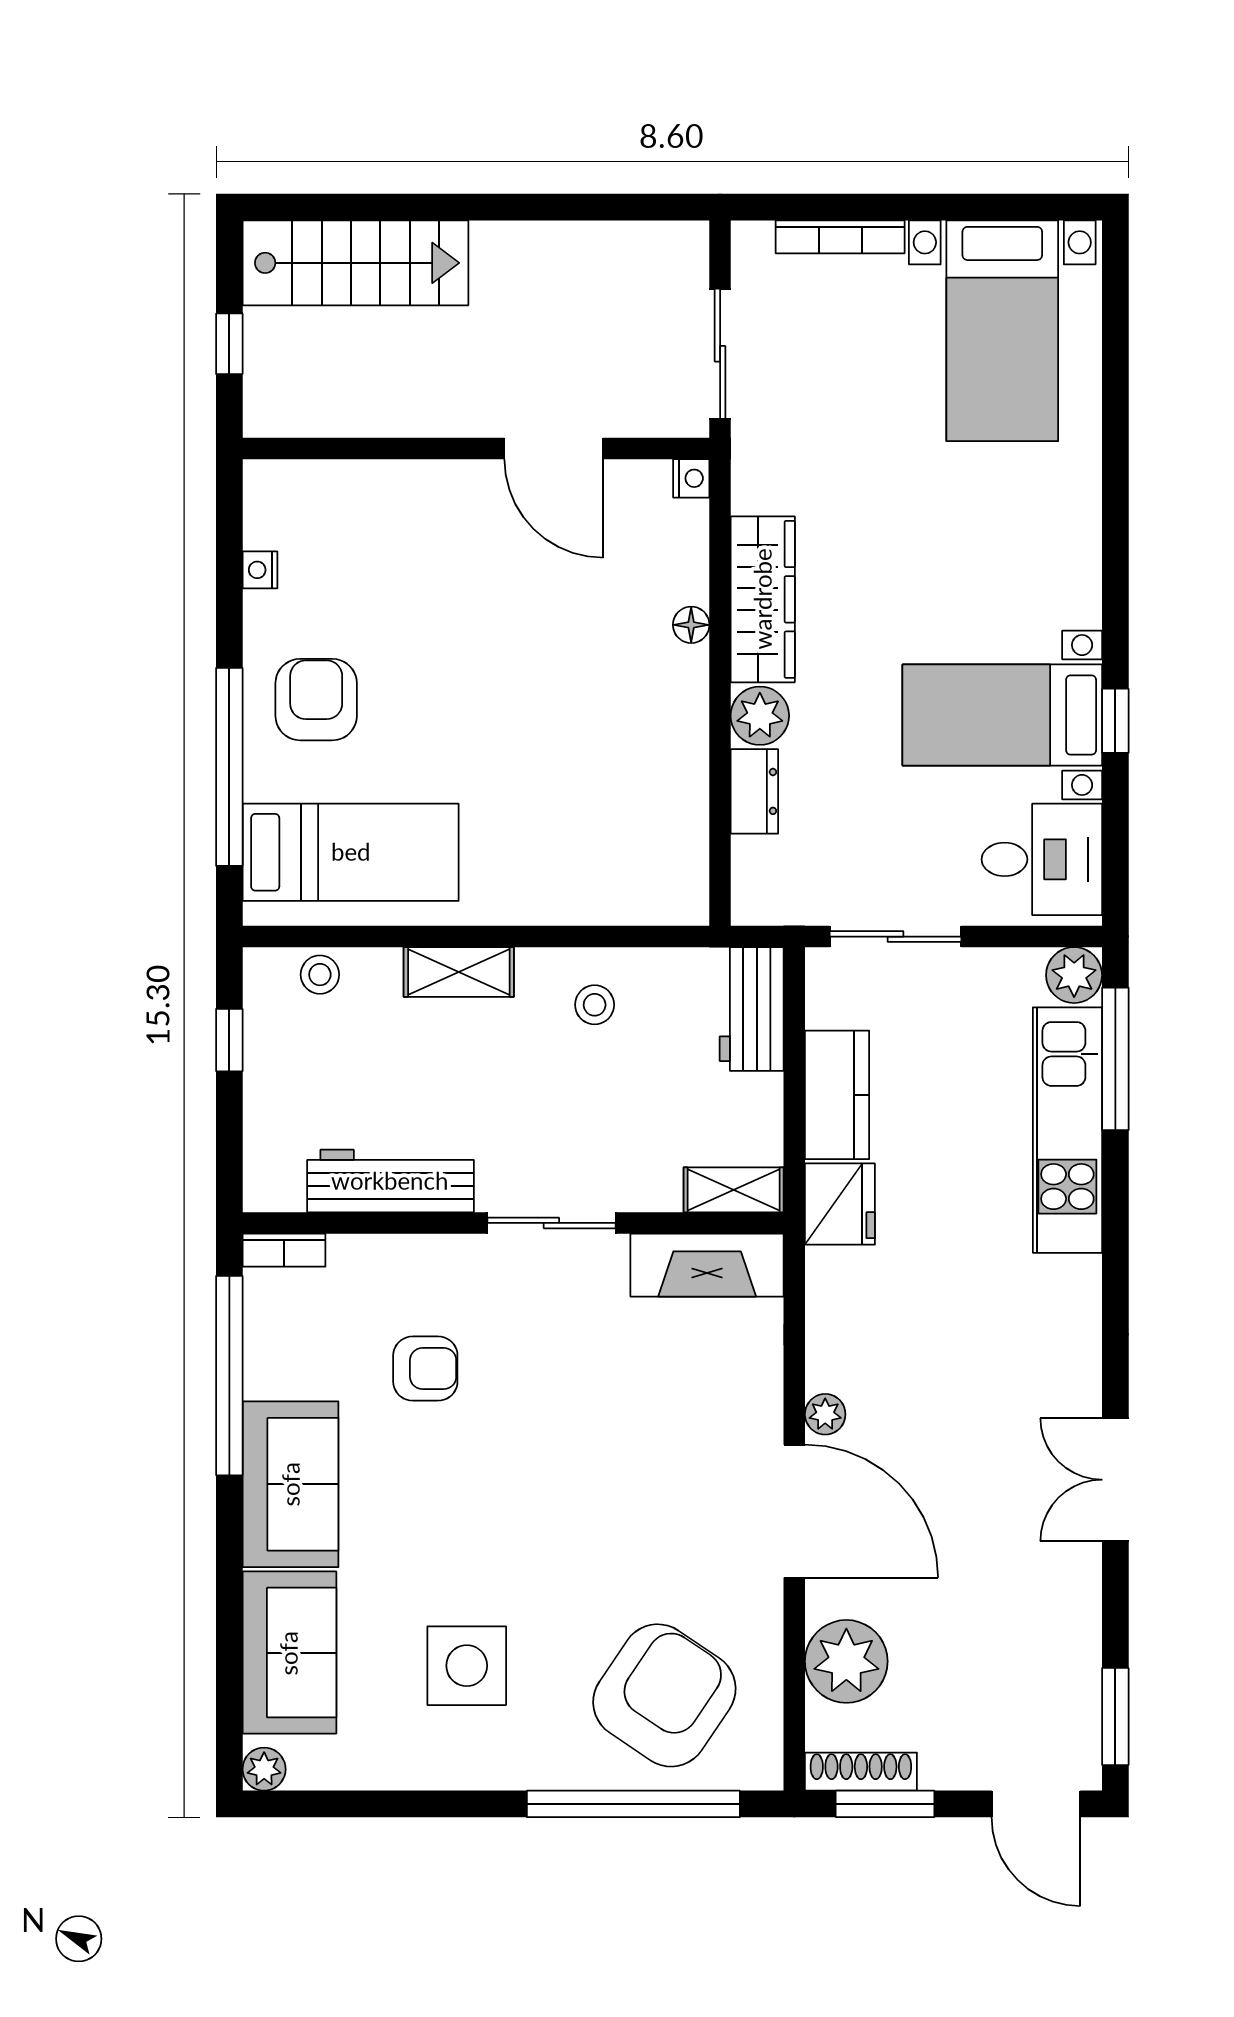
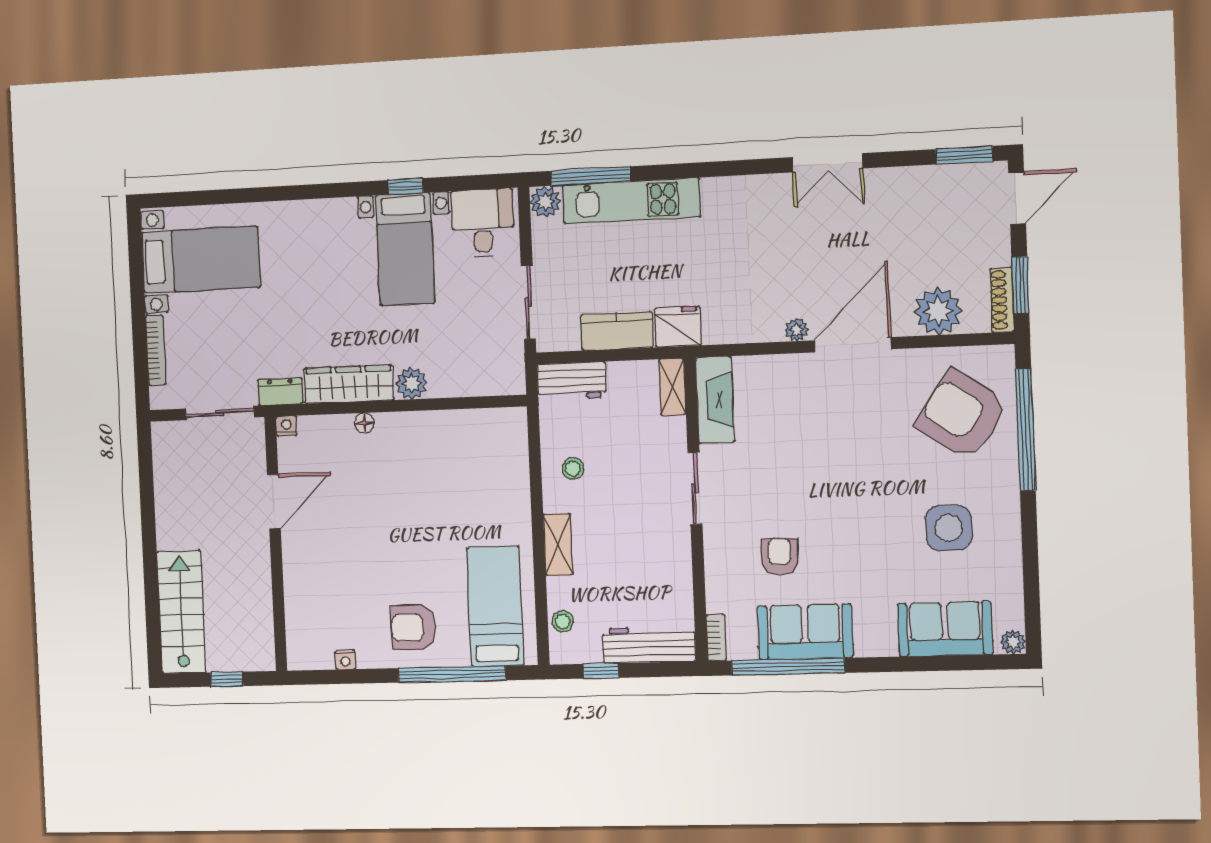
dresser: (754, 791) -> (280, 392), moved
workbench: (390, 1181) -> (649, 645), moved, turned 90
sofa: (291, 1484) -> (805, 632), moved

